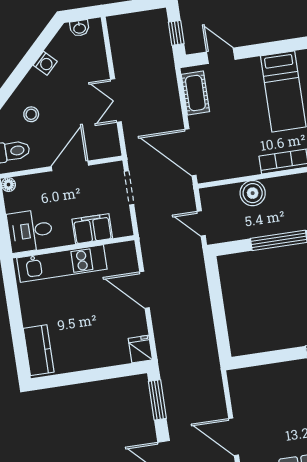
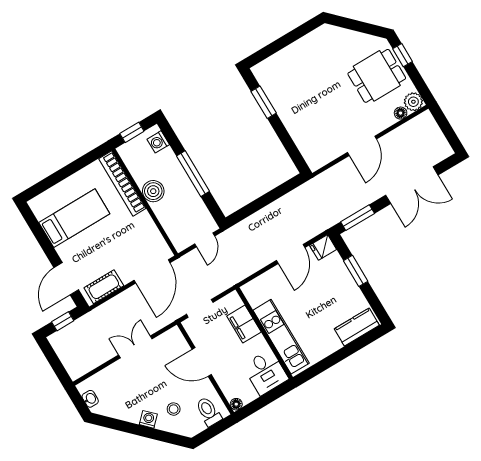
door: (221, 56) -> (66, 279), width x1.38
washing machine: (45, 63) -> (148, 419), moved
double door: (116, 100) -> (135, 347), swing flipped
boiler: (253, 193) -> (153, 191), moved
door: (144, 290) -> (291, 254), moved
window: (100, 374) -> (356, 271), added

